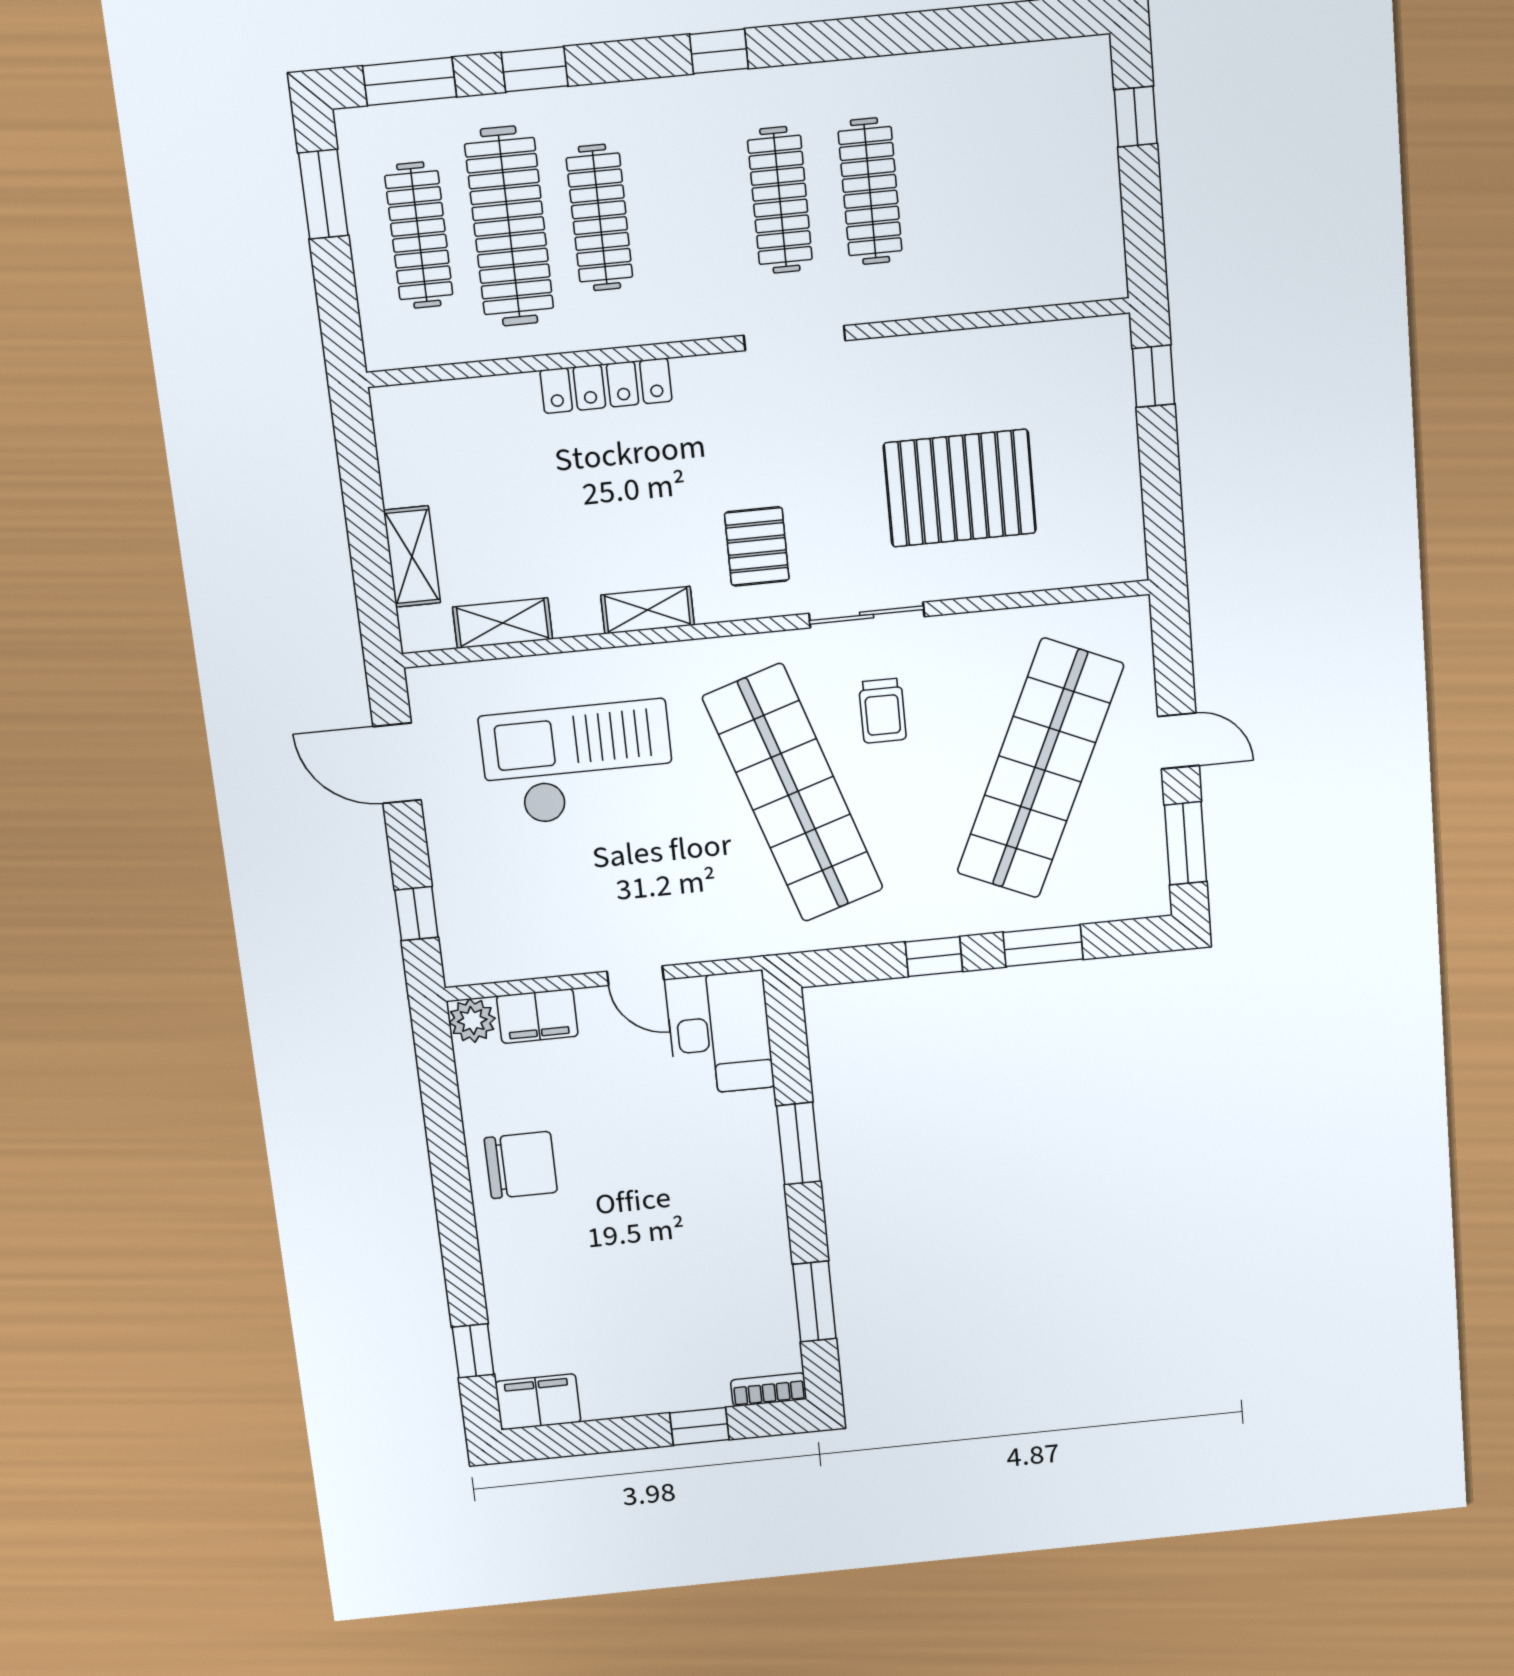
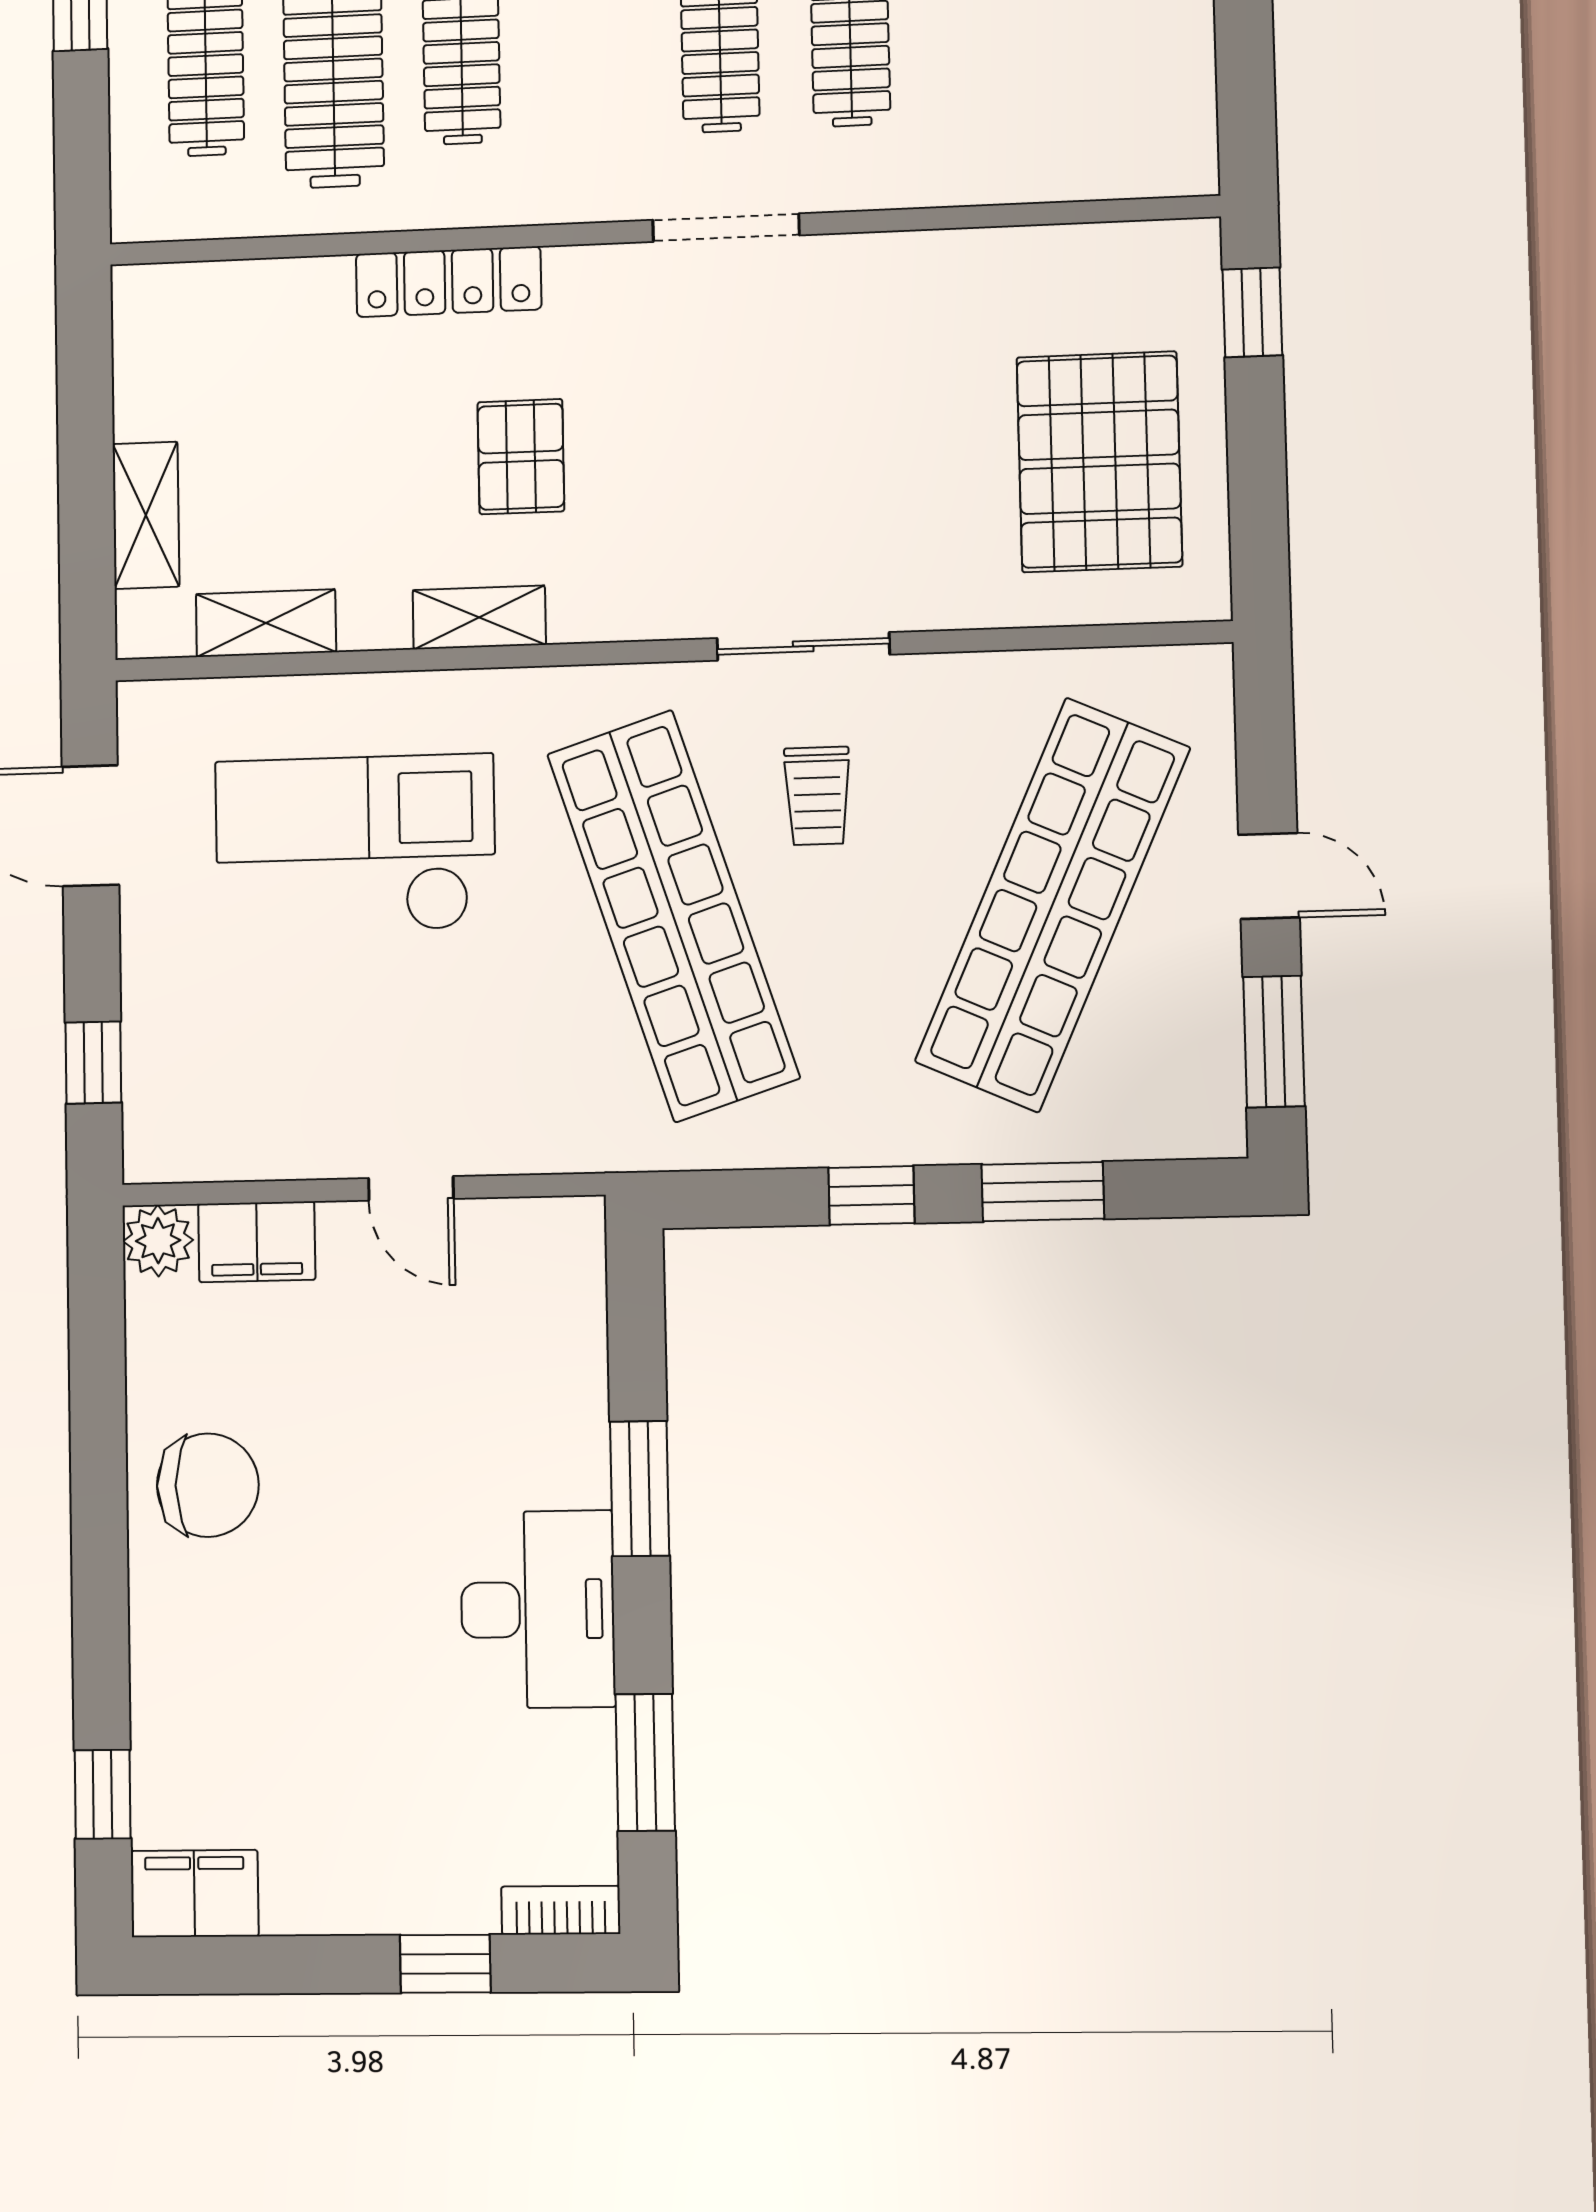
pallet: (960, 488) -> (1099, 462), moved, turned 90
pallet: (757, 546) -> (521, 457), moved
desk: (720, 1033) -> (538, 1609), moved

